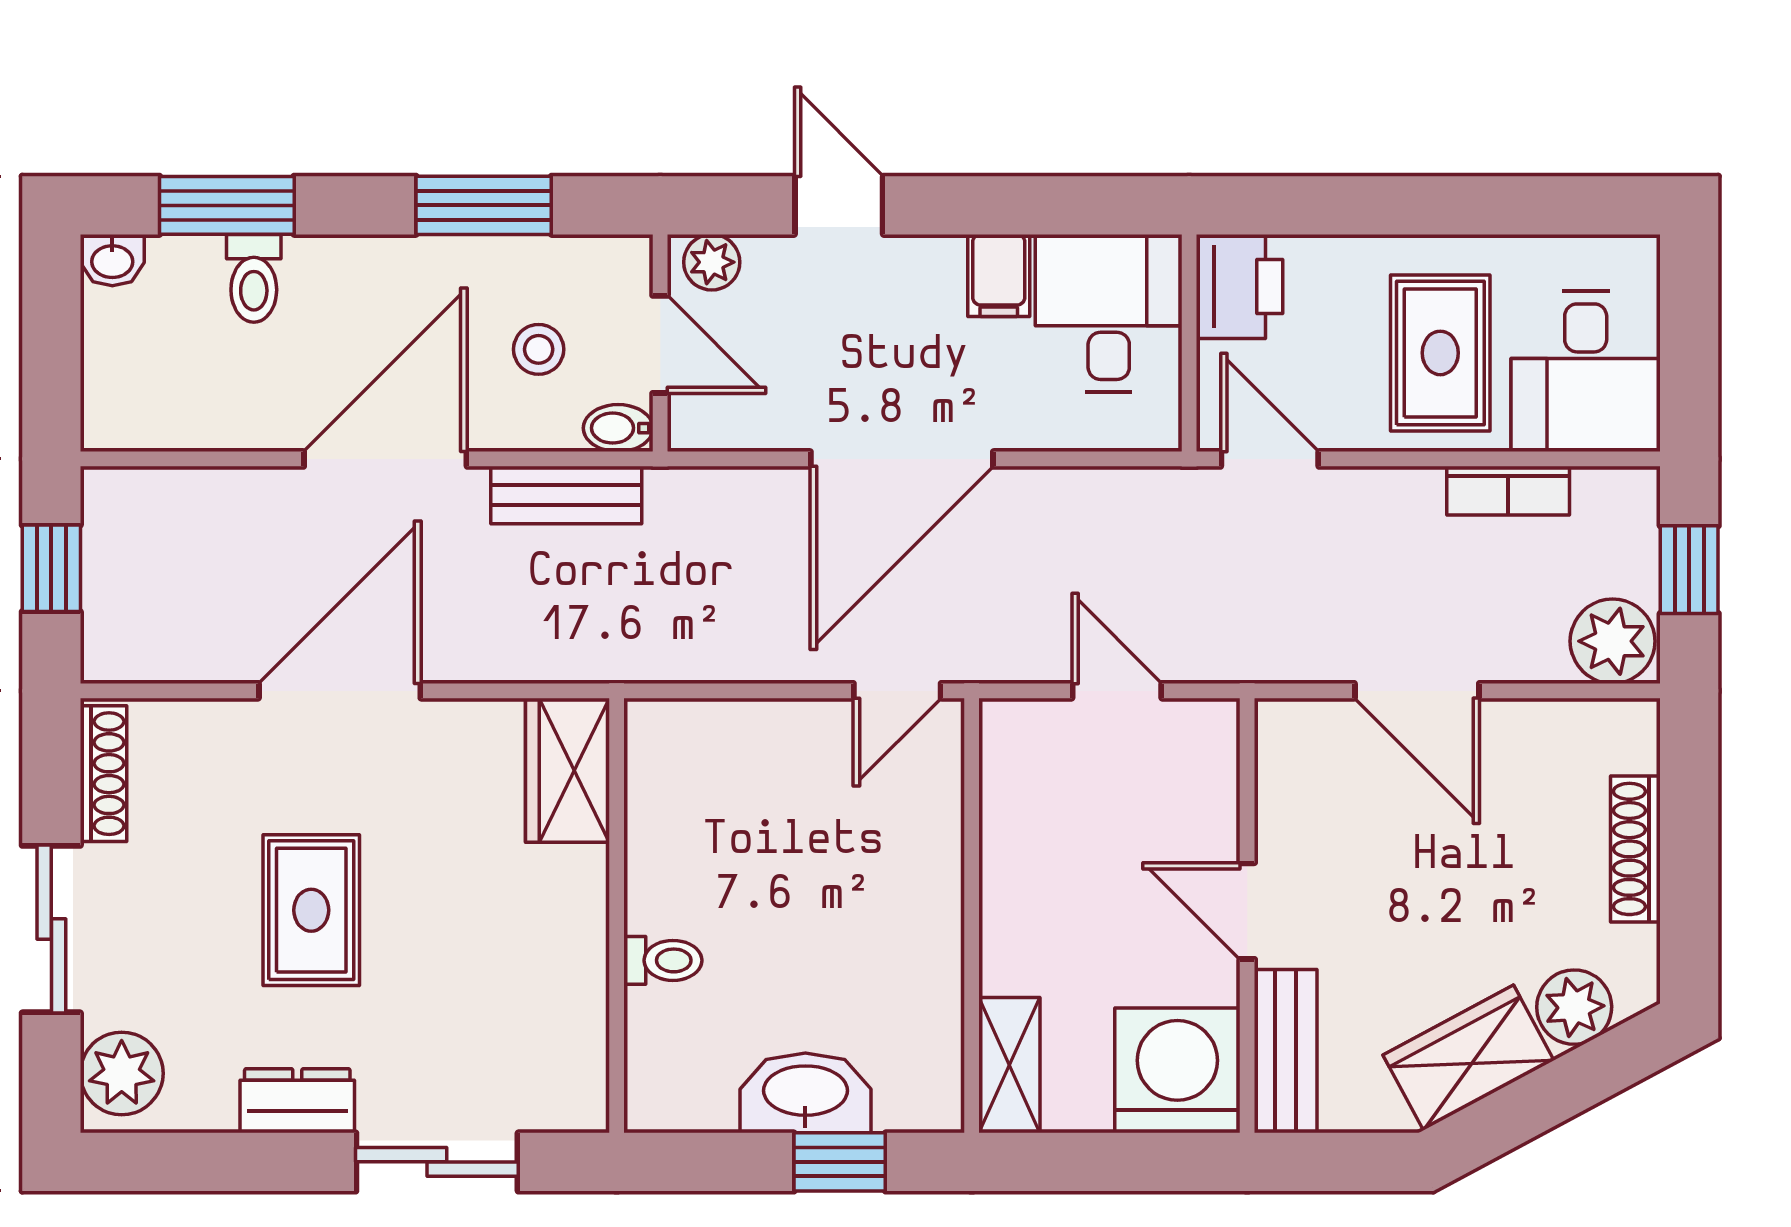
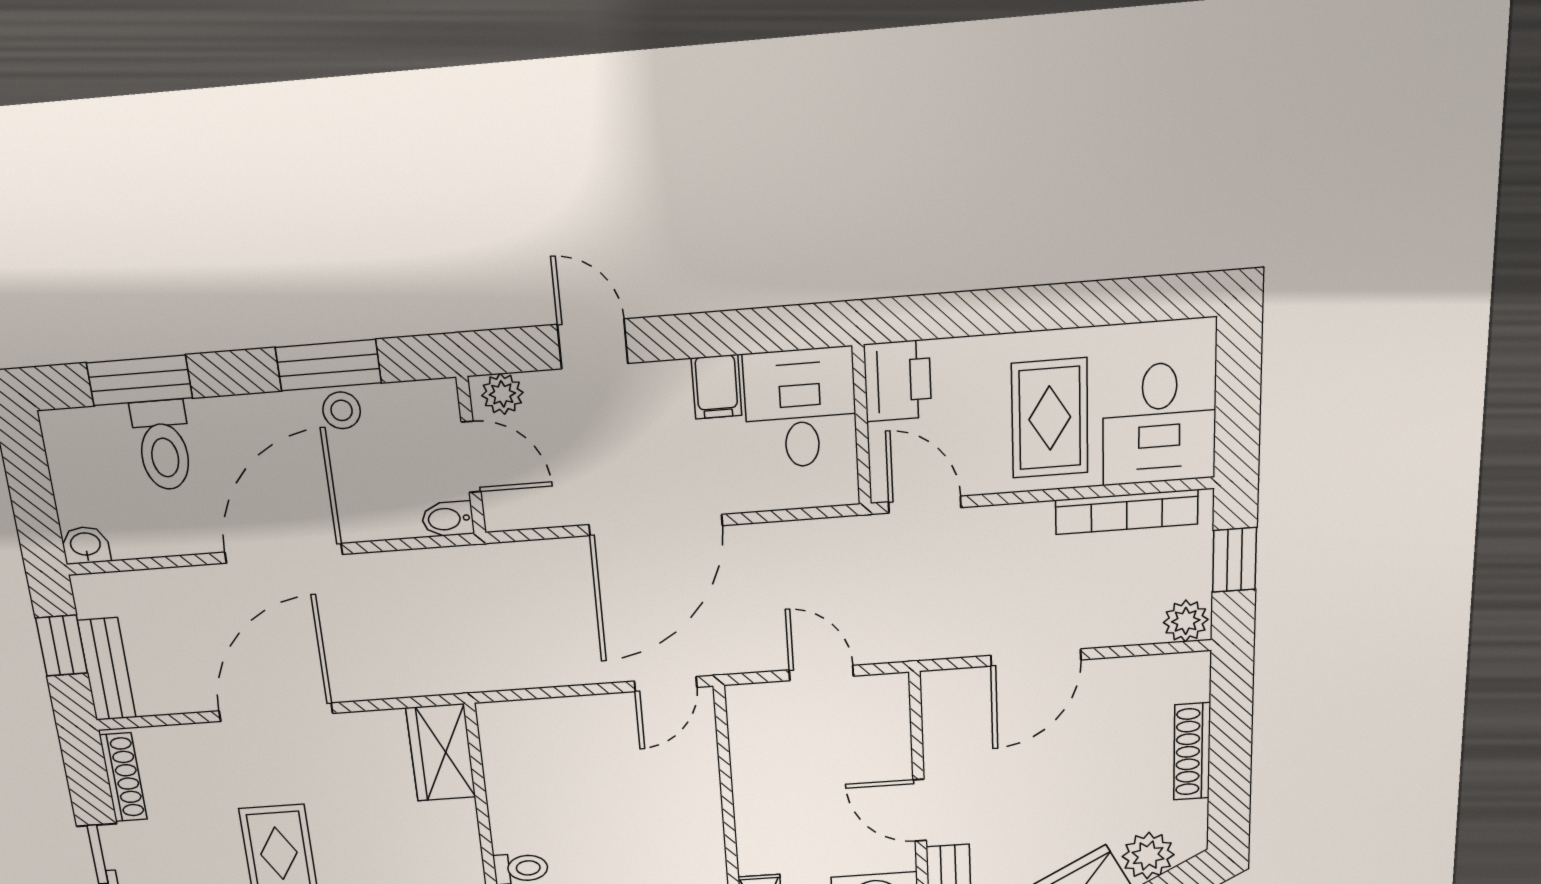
washbasin: (112, 260) -> (86, 545), moved, turned 180
toilet: (254, 278) -> (163, 445), width x1.37, depth x1.39
stool: (539, 349) -> (342, 410), moved
bookcase: (1508, 491) -> (1127, 512), width x1.56
bench: (566, 495) -> (107, 669), moved, turned 90
plant: (1613, 641) -> (1186, 621), width x0.73, depth x0.73
door: (1417, 691) -> (1036, 658), hinge flipped

